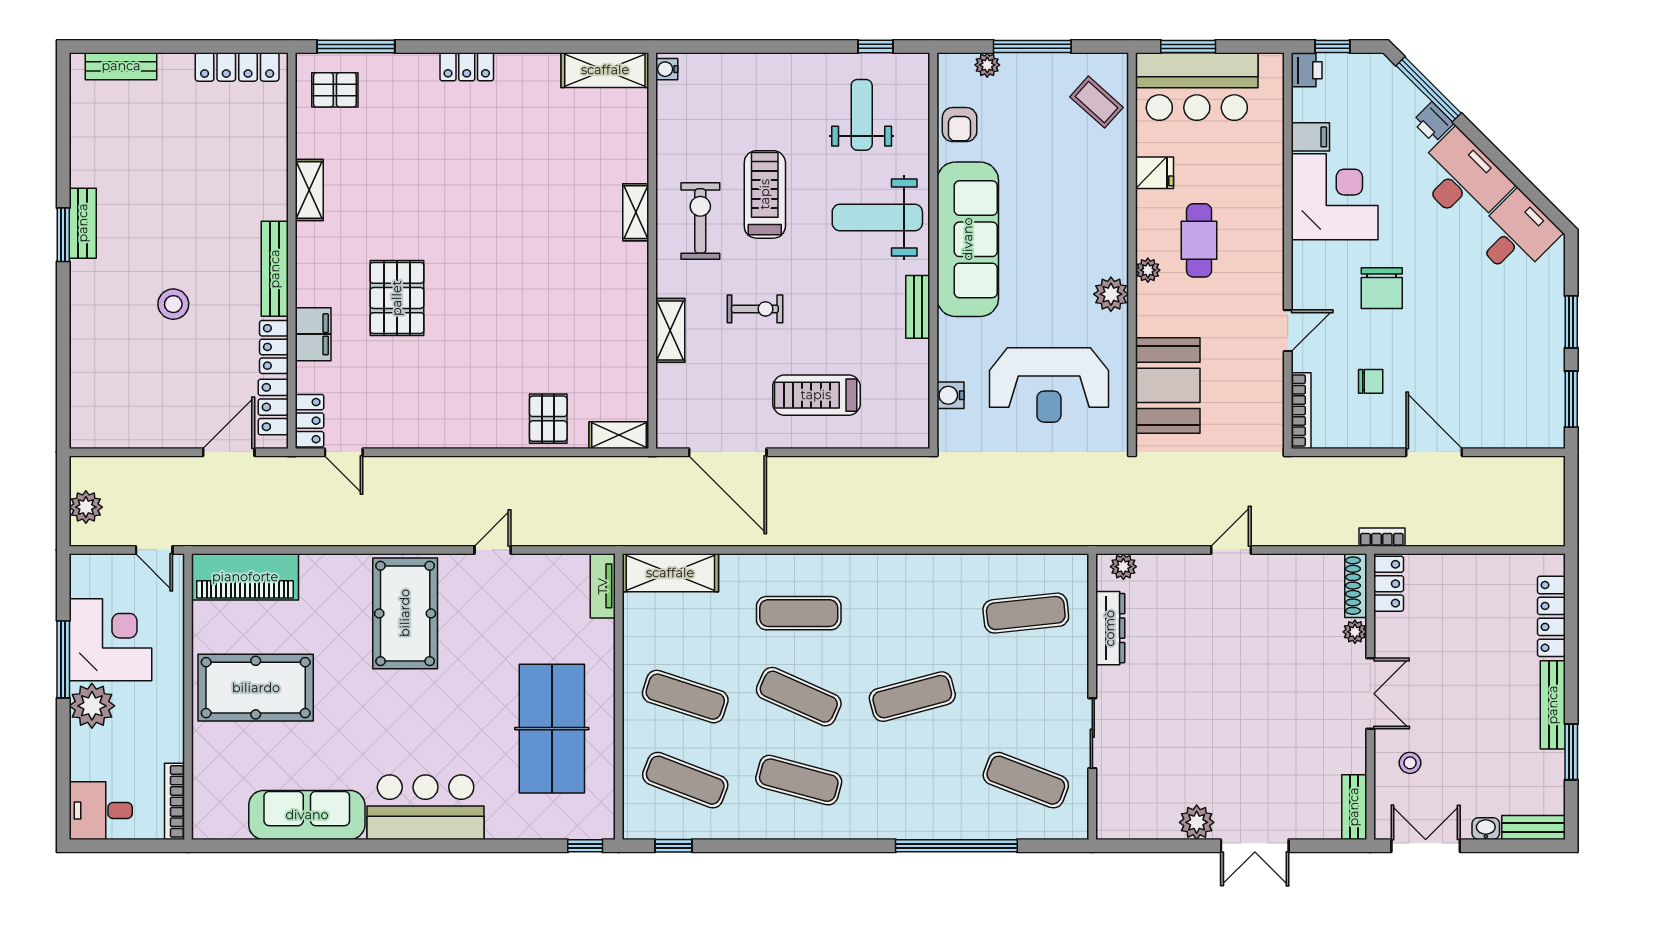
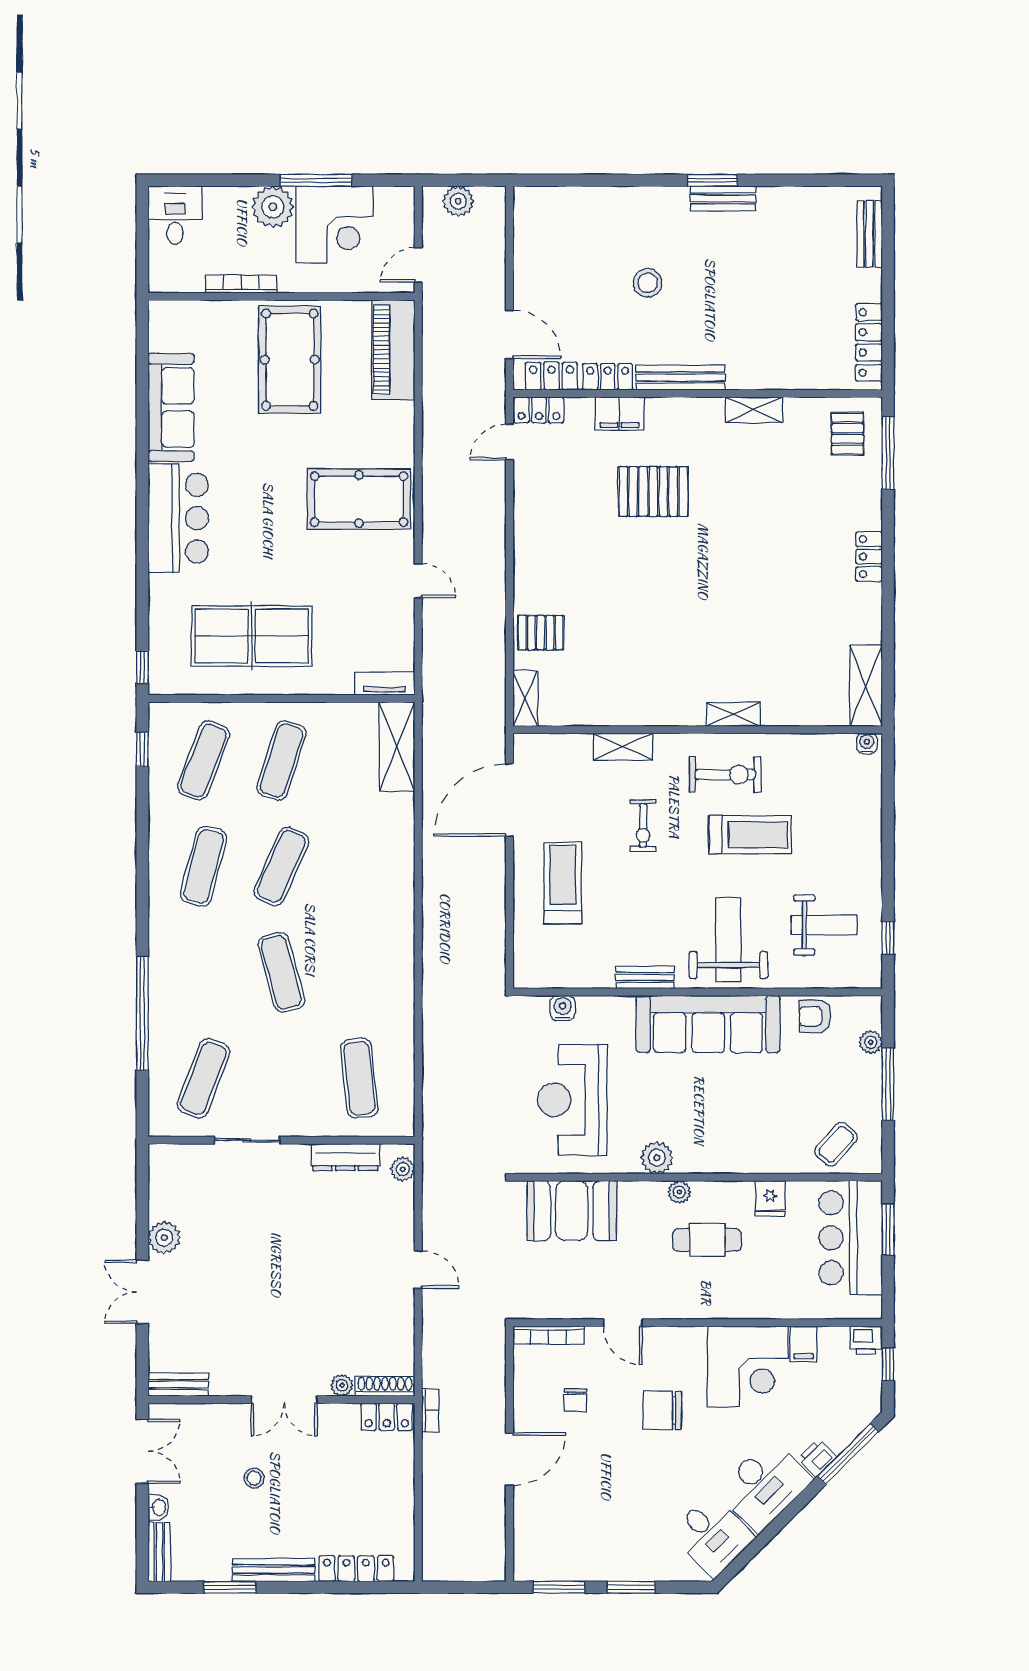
exercise mat: (799, 613) -> (359, 866), removed
stool: (1410, 763) -> (254, 1478), moved
bookcase: (175, 801) -> (241, 284), moved

